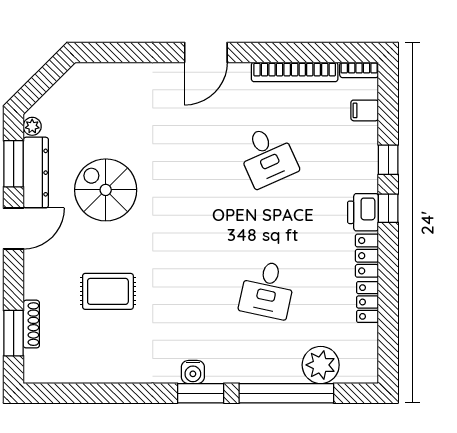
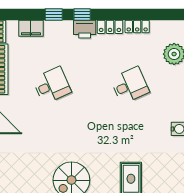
filing cabinet: (365, 110) -> (31, 28), width x2.00
desk: (267, 289) -> (130, 85), turned -36

